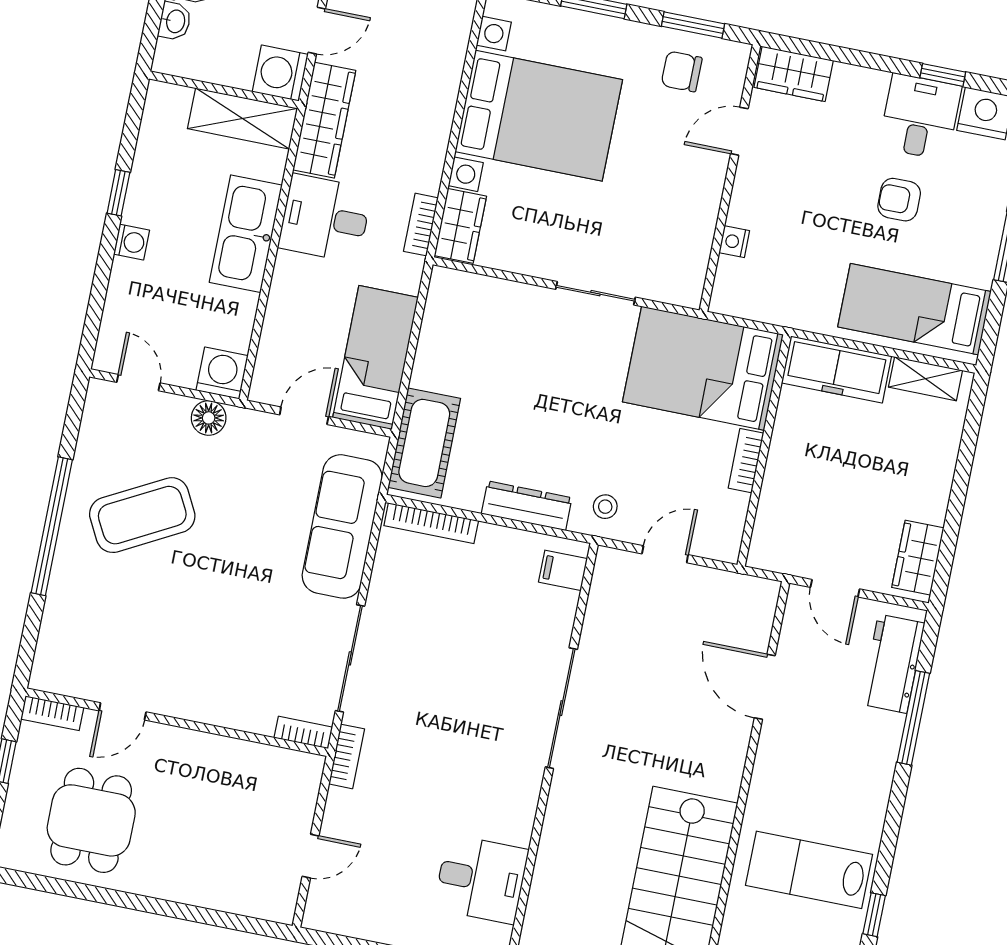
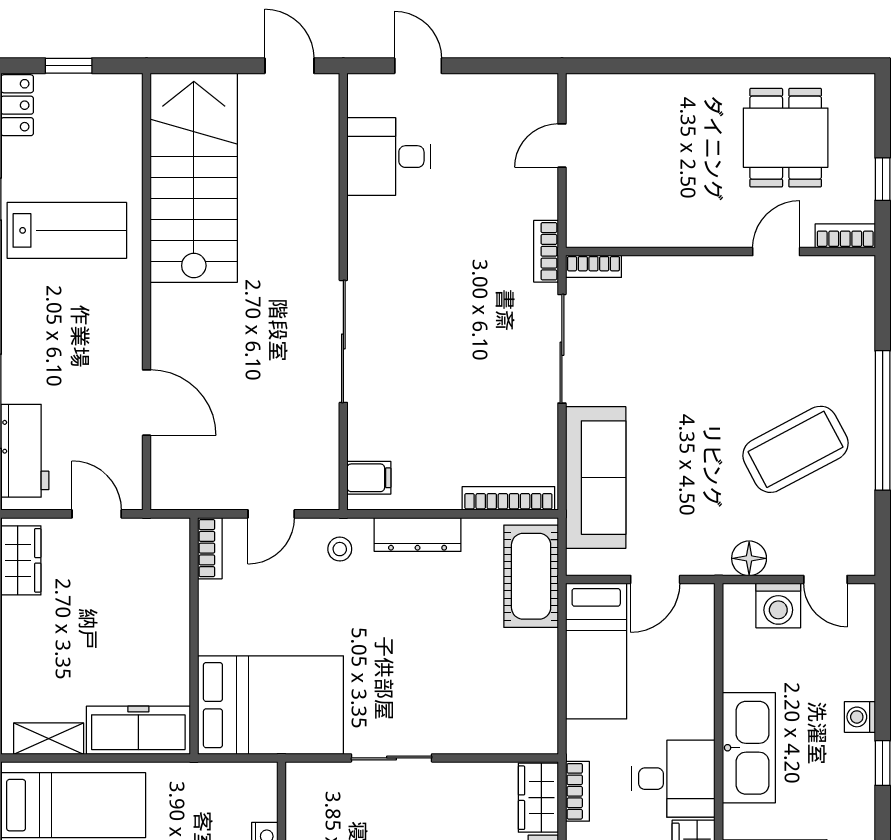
washing machine: (222, 373) -> (778, 605), moved
bookcase: (746, 461) -> (210, 548), moved

